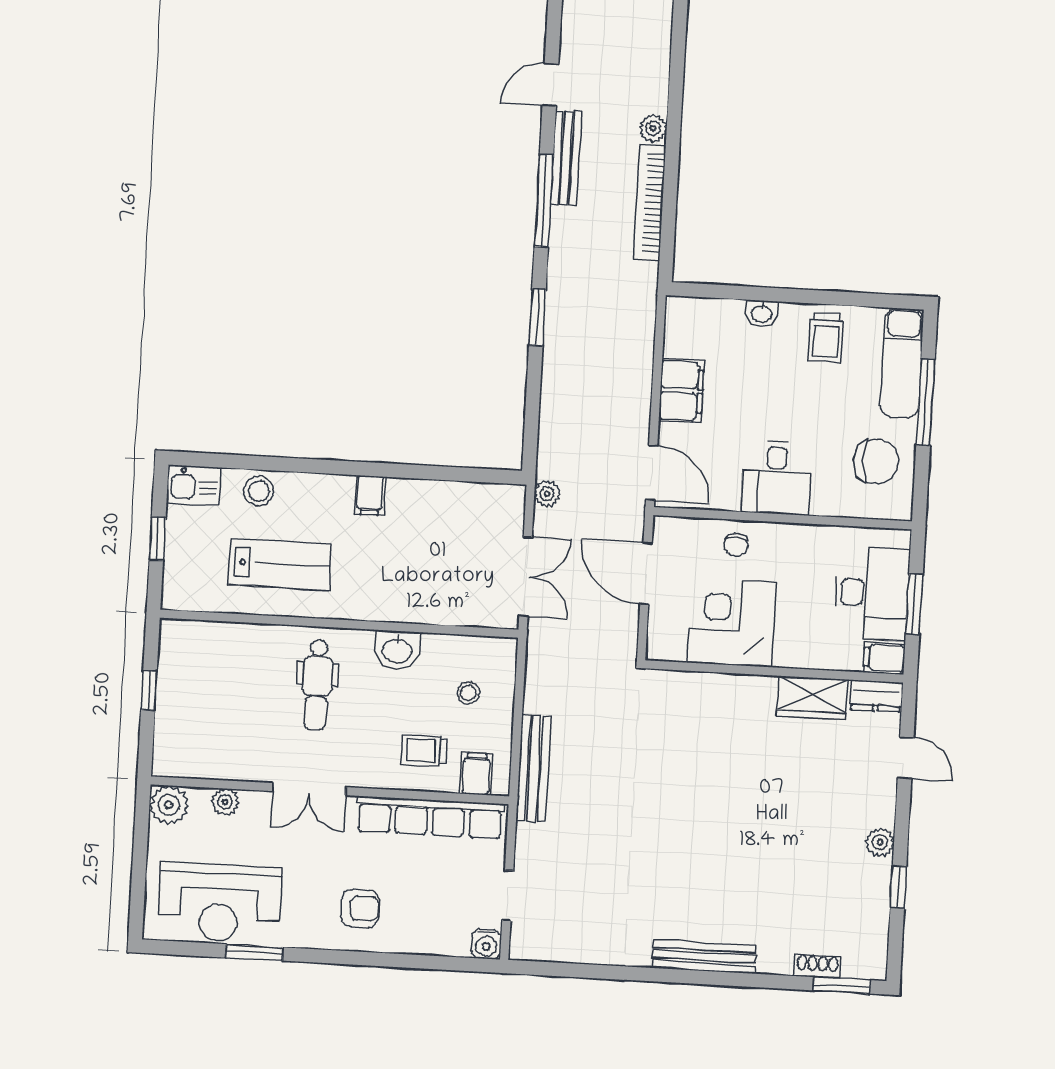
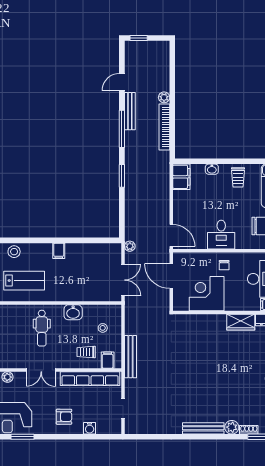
filing cabinet: (682, 391) -> (181, 177), moved
chair: (736, 545) -> (224, 265), moved
water cooler: (486, 944) -> (90, 428), moved
plant: (776, 958) -> (232, 427), added

